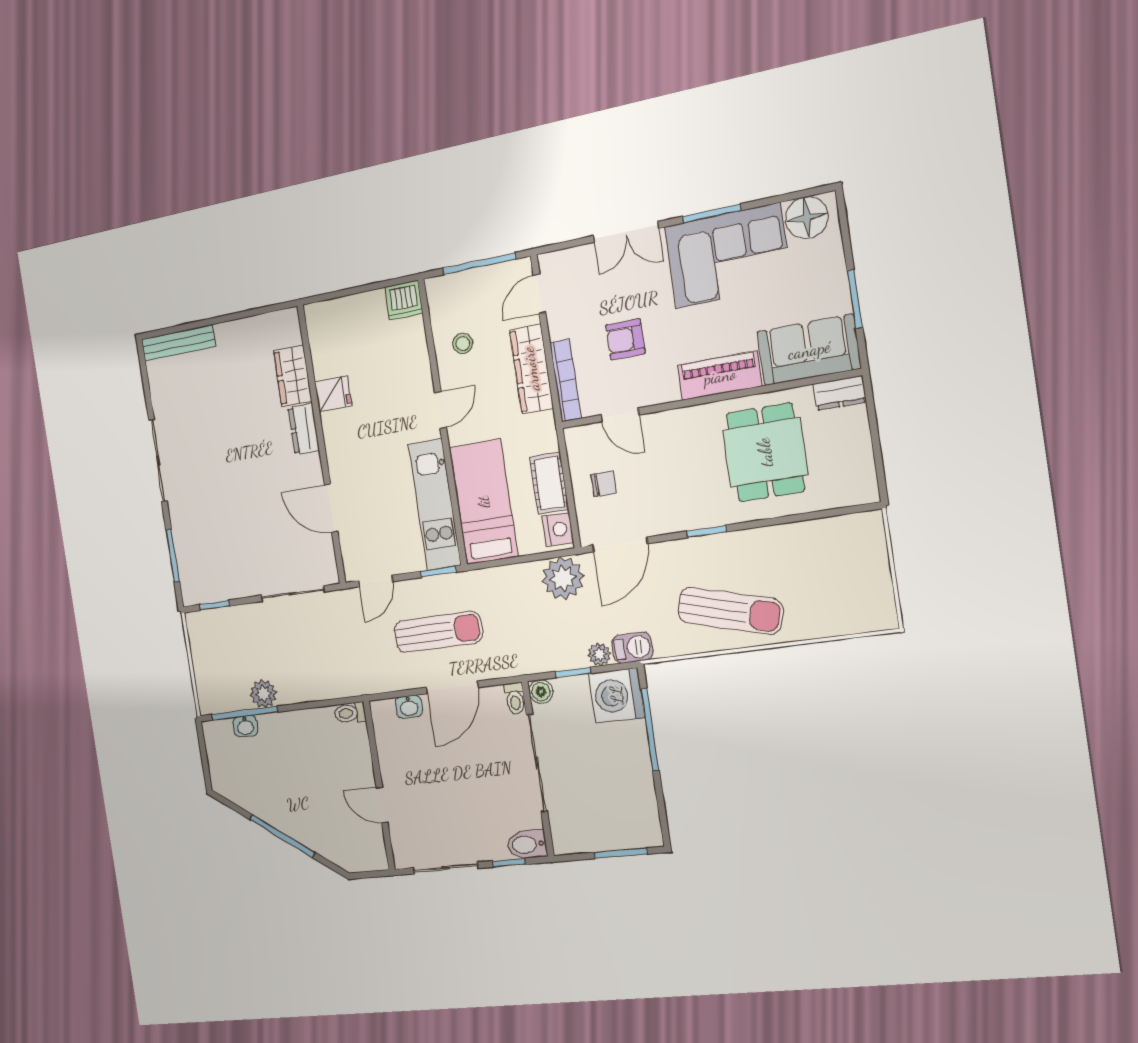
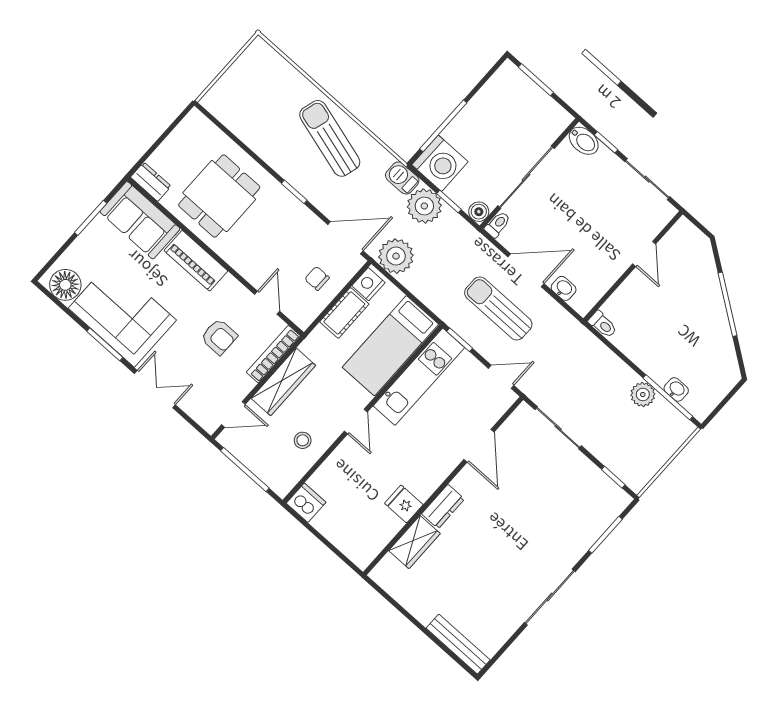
door: (440, 410) -> (356, 422), swing flipped
plant: (599, 654) -> (424, 206), width x1.88, depth x1.88

